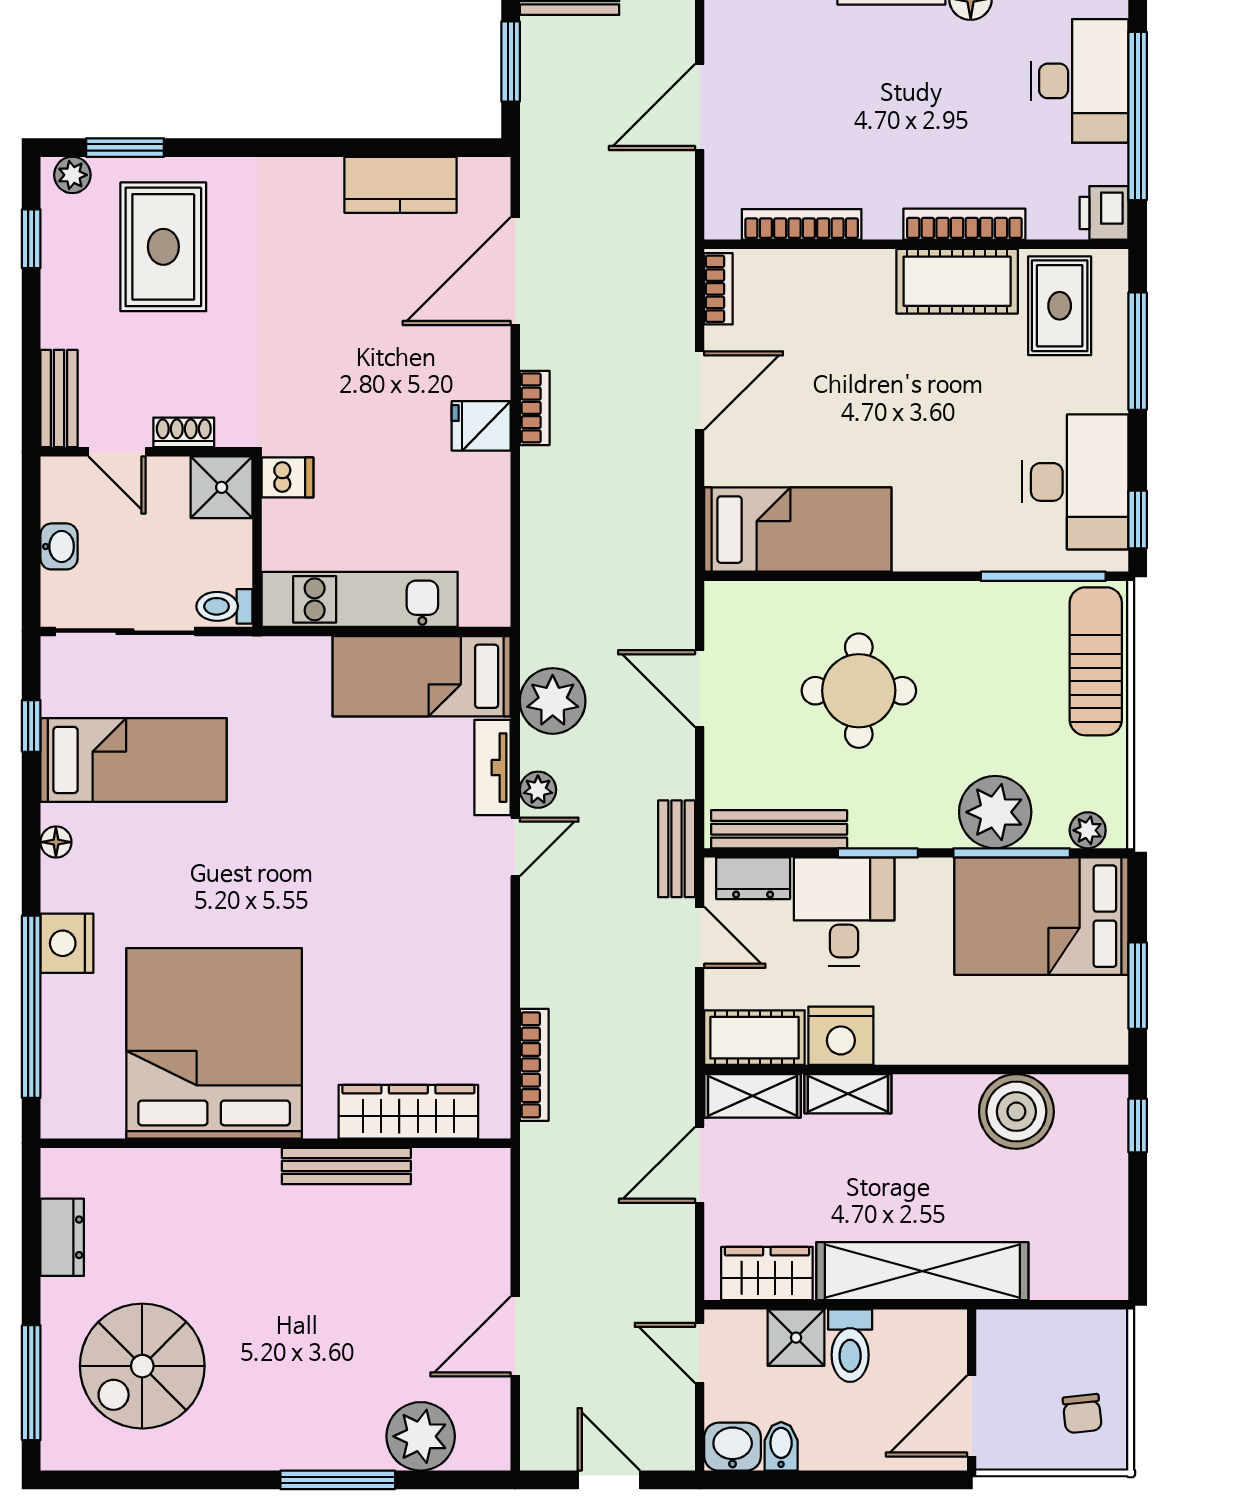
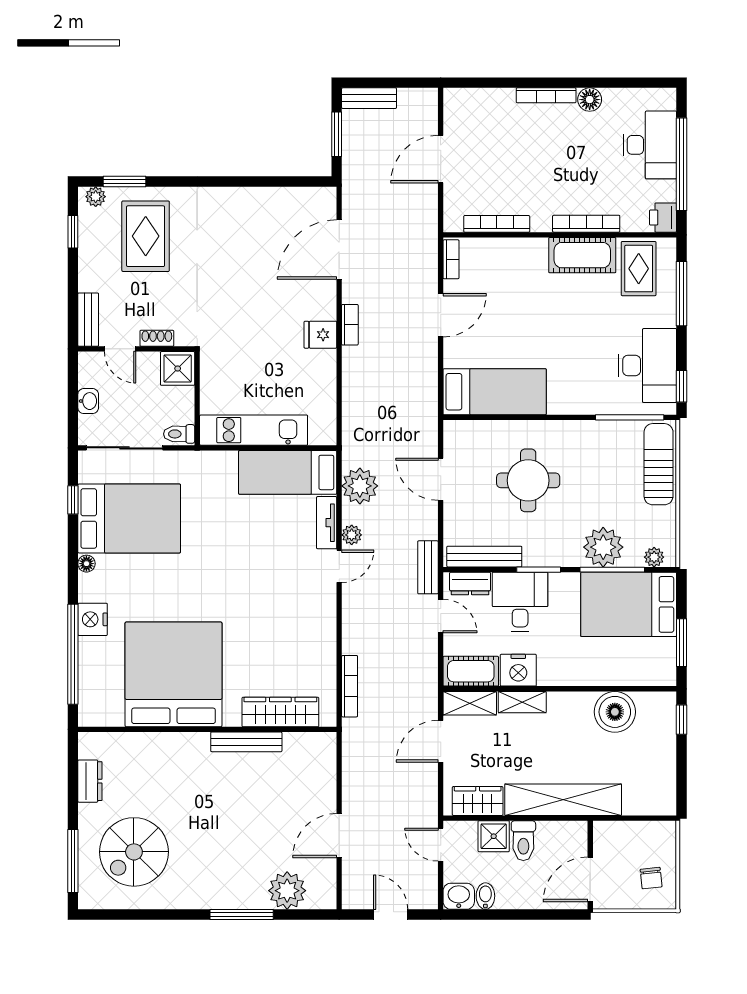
kitchen counter: (400, 185) -> (276, 202), removed
dishwasher: (287, 477) -> (214, 363), removed
bed: (133, 760) -> (129, 518), width x1.50

